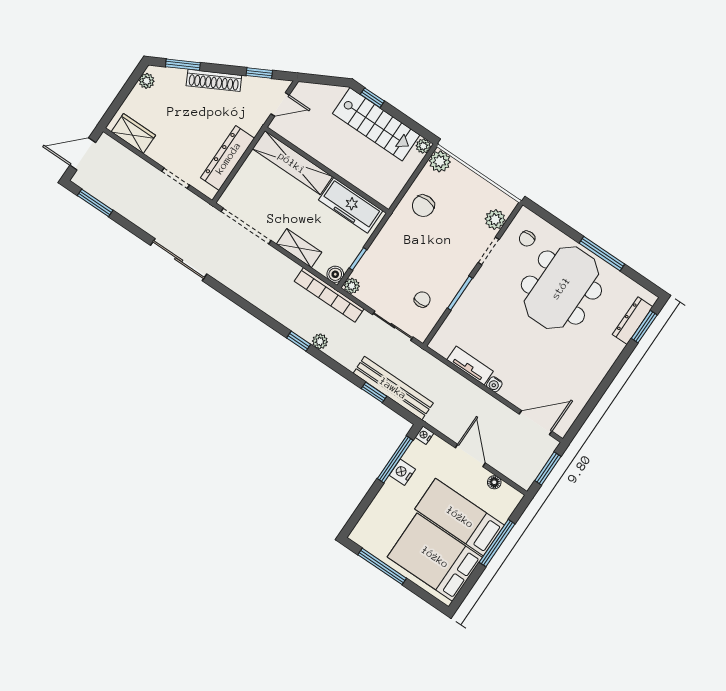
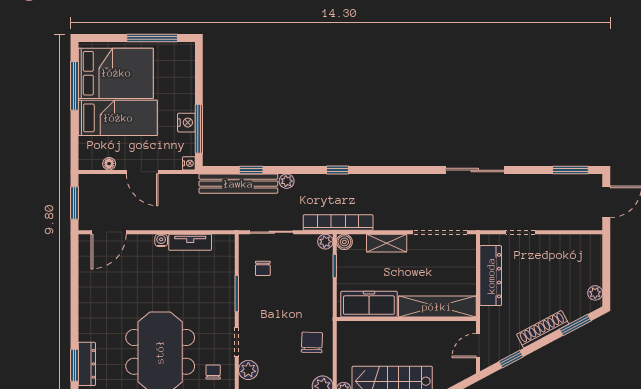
wardrobe: (133, 133) -> (577, 245), removed
plant: (320, 341) -> (287, 181), moved
window: (497, 543) -> (74, 86), moved

